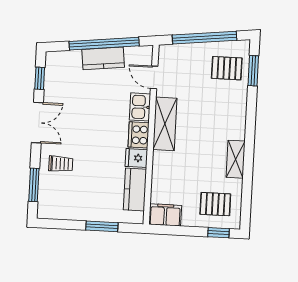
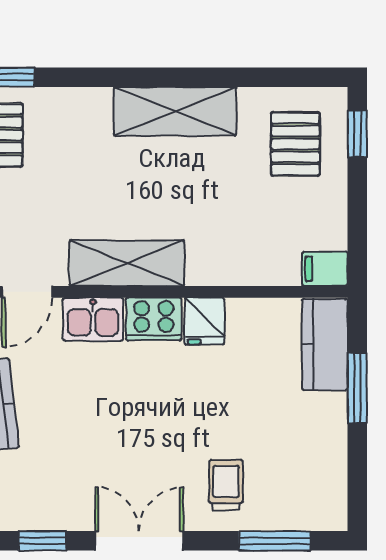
shelving: (236, 159) -> (175, 111), width x1.50, depth x1.33
kitchen counter: (135, 189) -> (325, 344), moved, turned 90
filing cabinet: (165, 215) -> (325, 269), width x0.50

